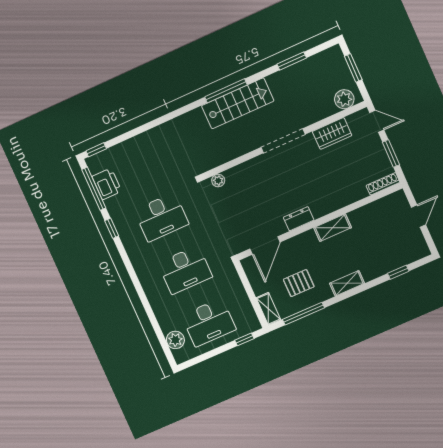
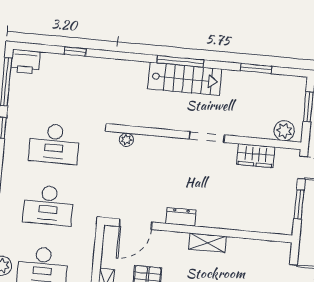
doorway: (283, 141) -> (207, 137), width x0.73
window: (96, 150) -> (75, 51), moved
printer: (107, 184) -> (25, 62), moved, turned 90
shoe rack: (383, 184) -> (276, 228), removed

